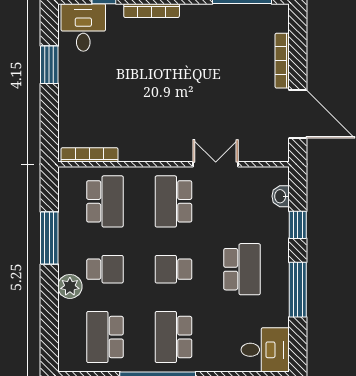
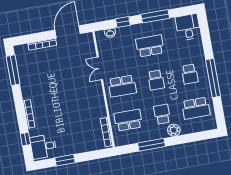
school desk: (173, 337) -> (190, 74), width x0.54

